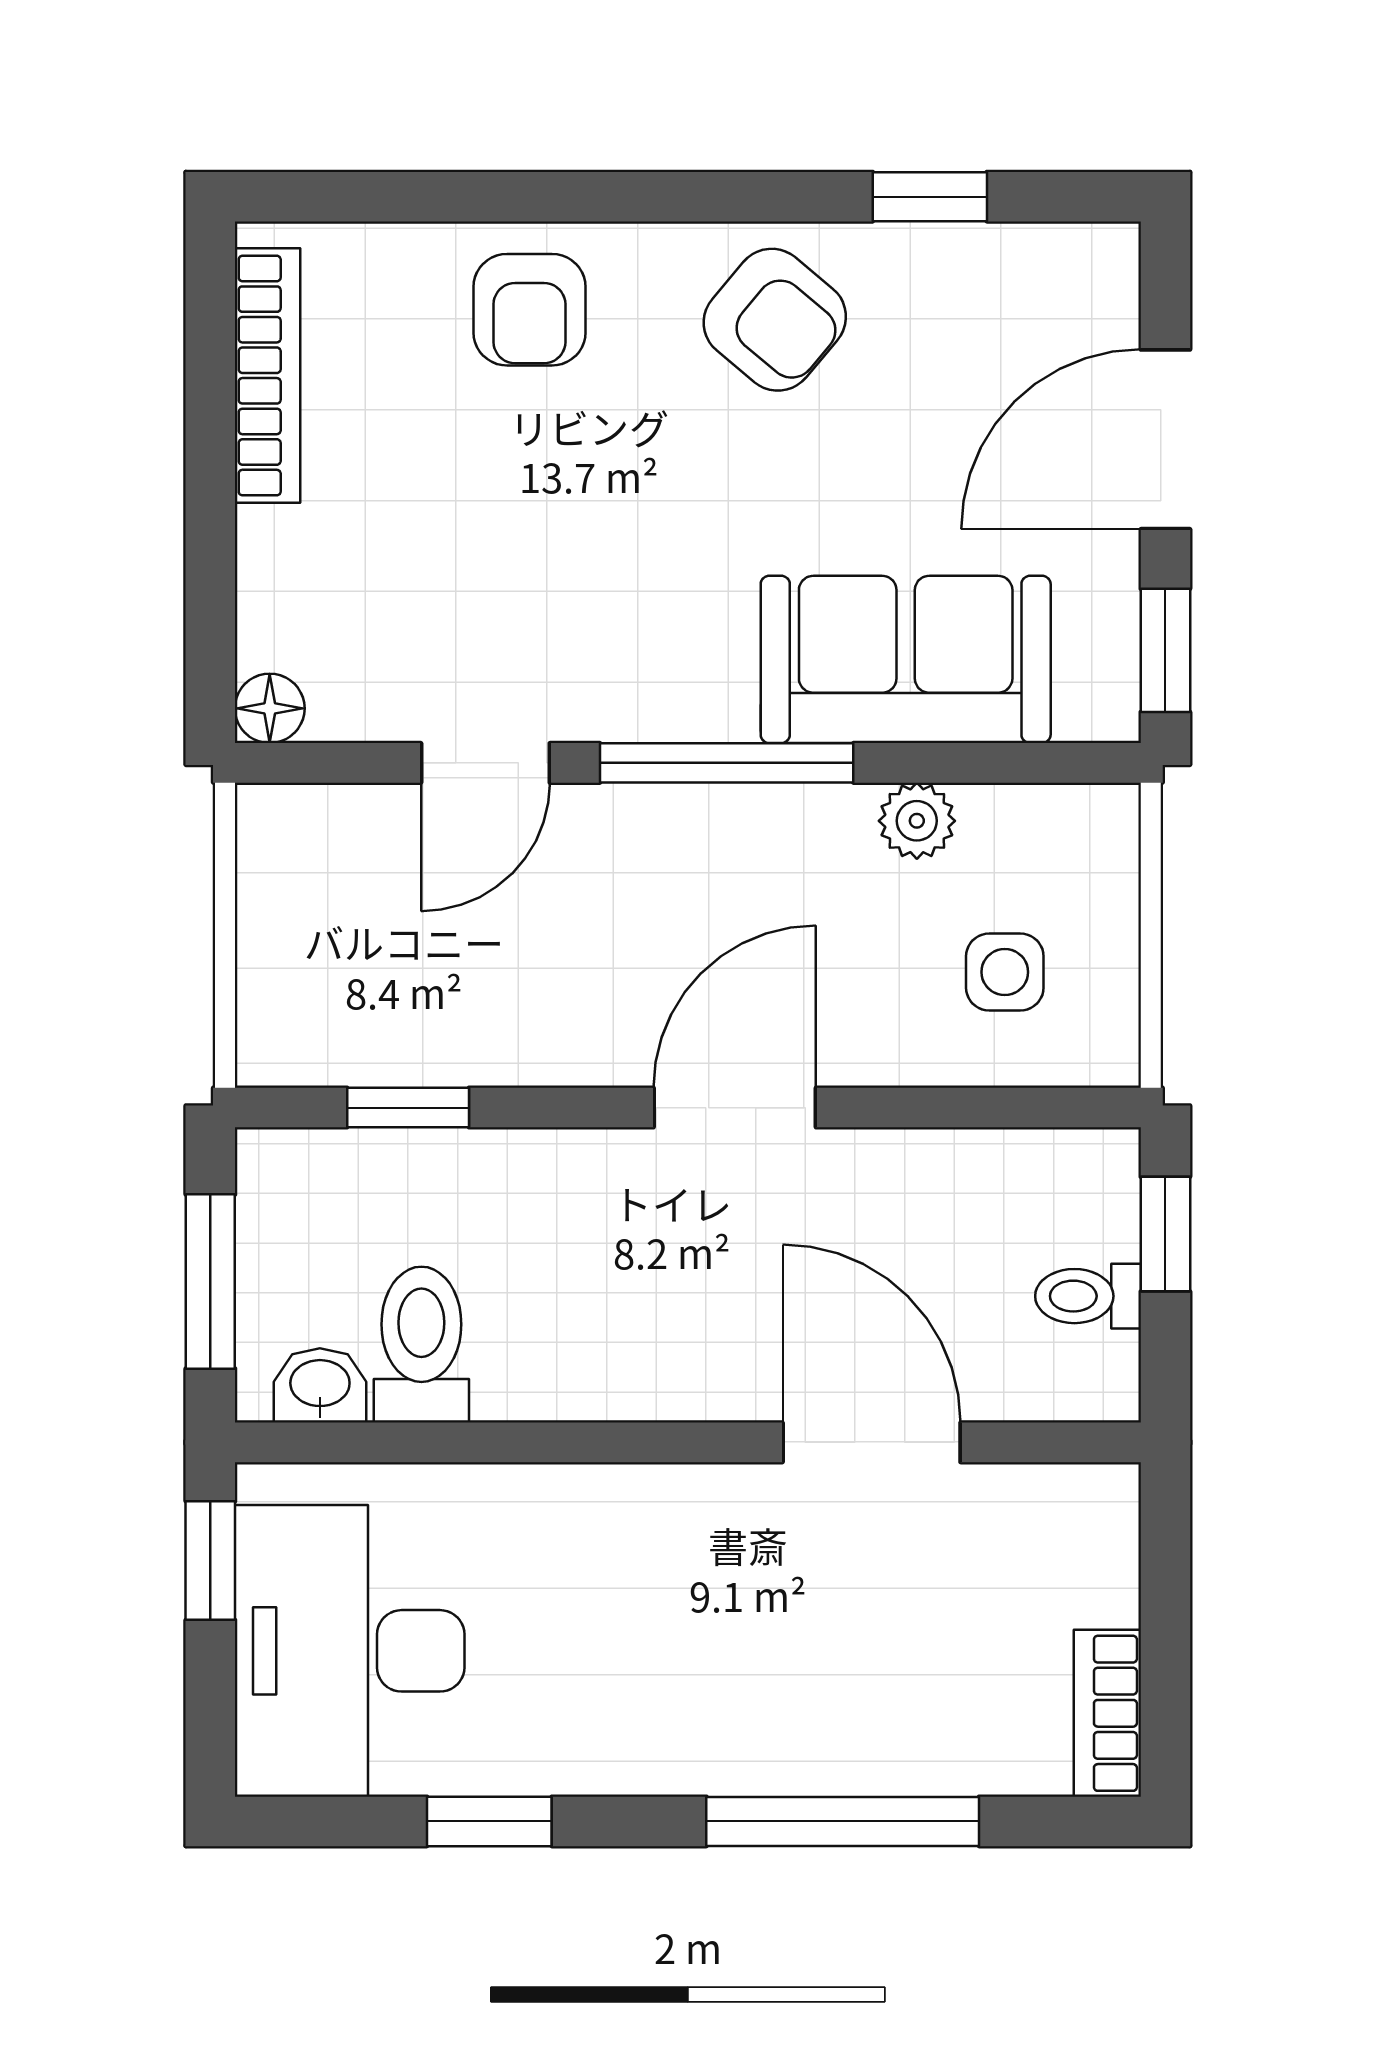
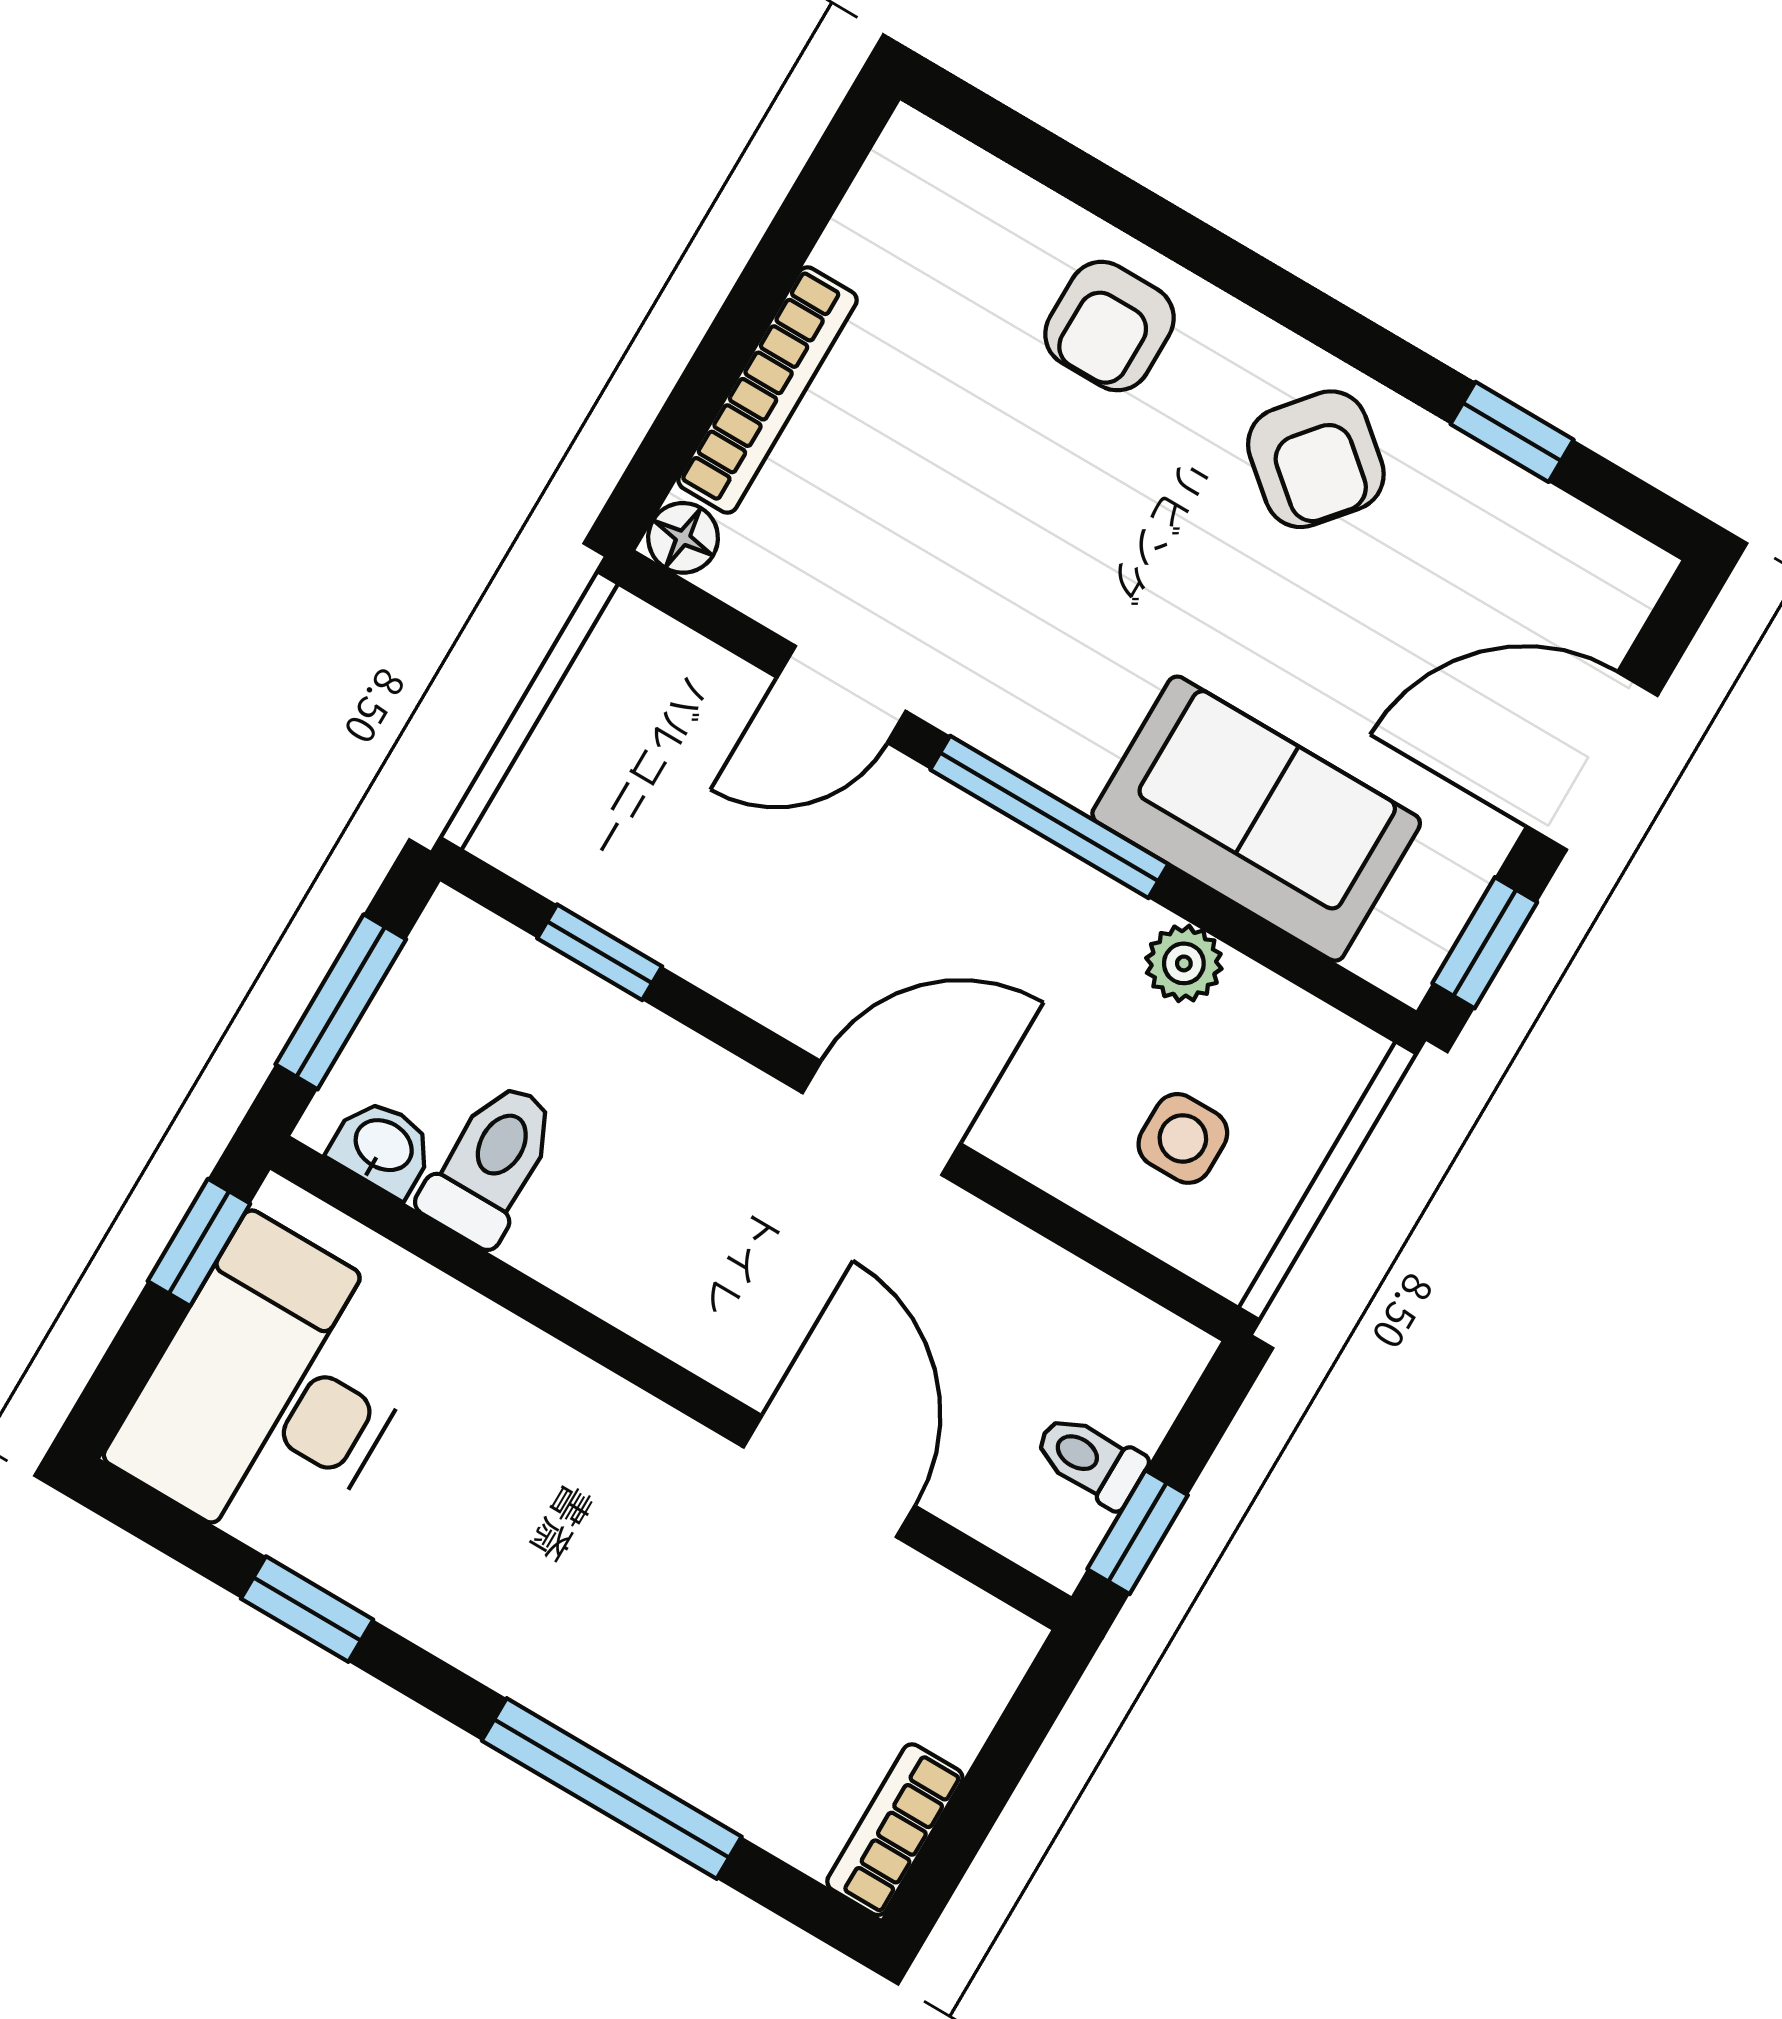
bookcase: (267, 376) -> (768, 390), moved
window: (1165, 1234) -> (1138, 1532), moved

